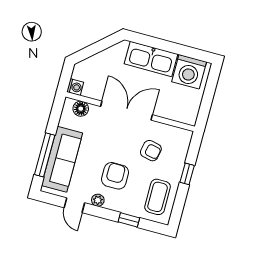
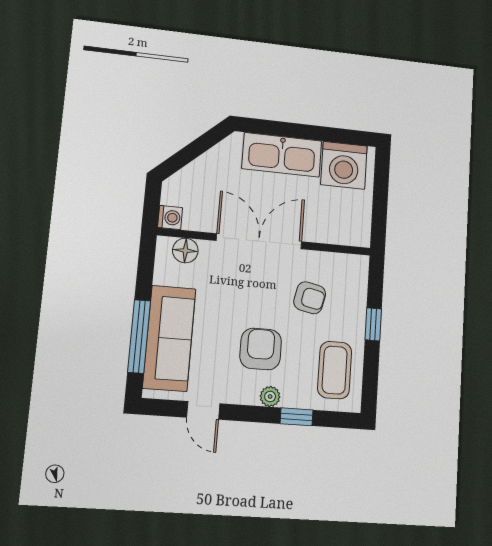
plant: (98, 200) -> (270, 396), moved

